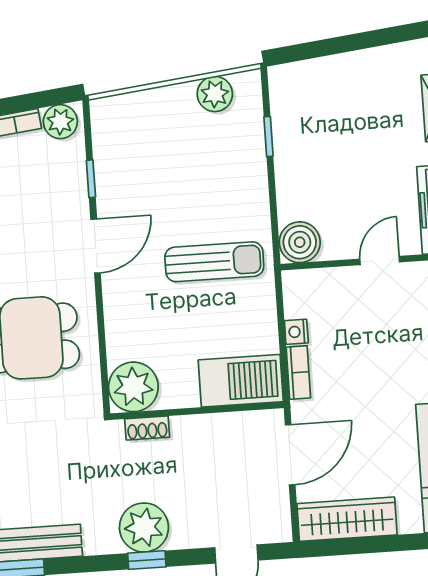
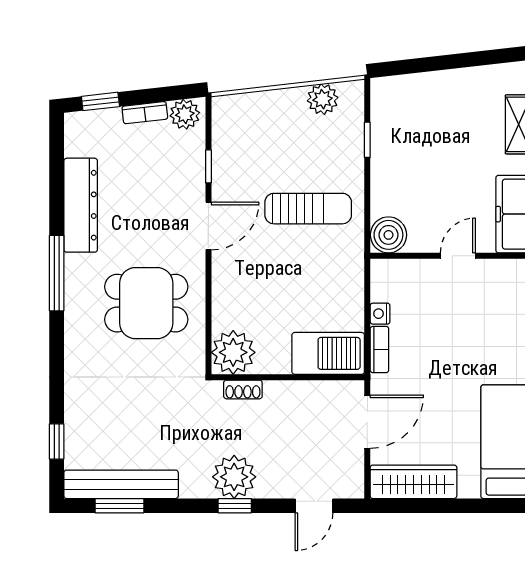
sun lounger: (214, 262) -> (308, 209), moved

